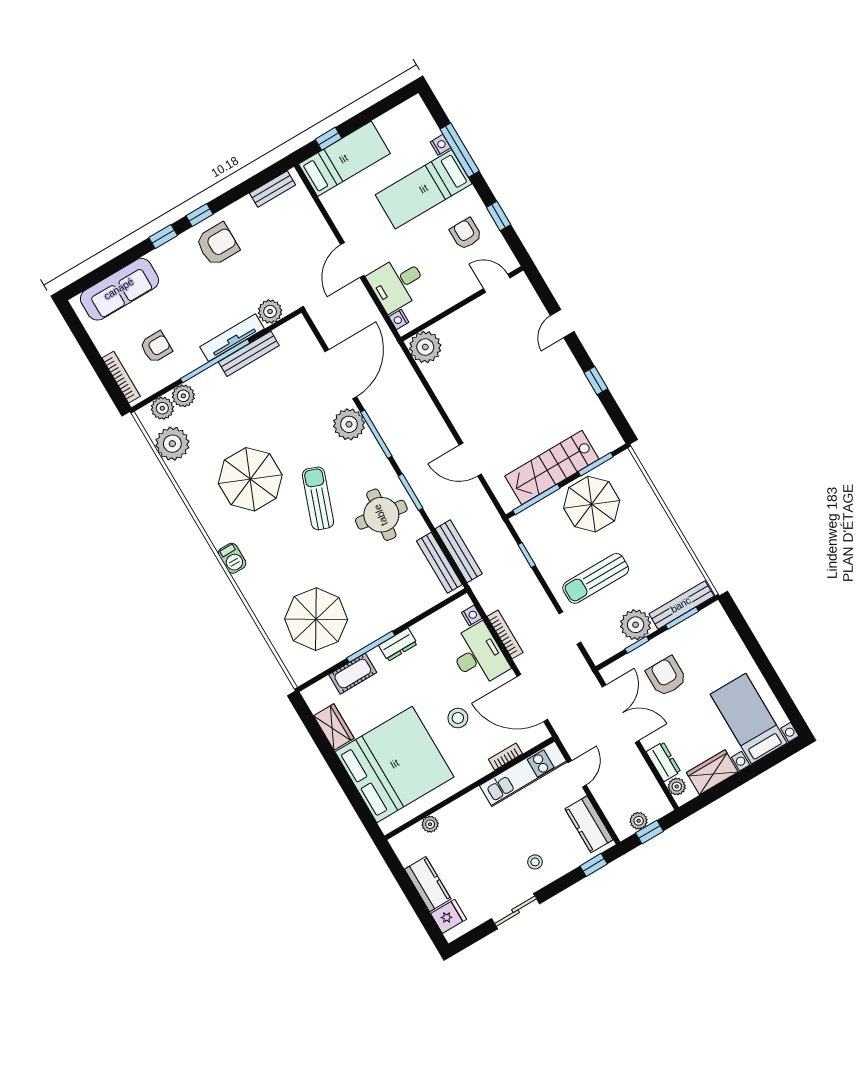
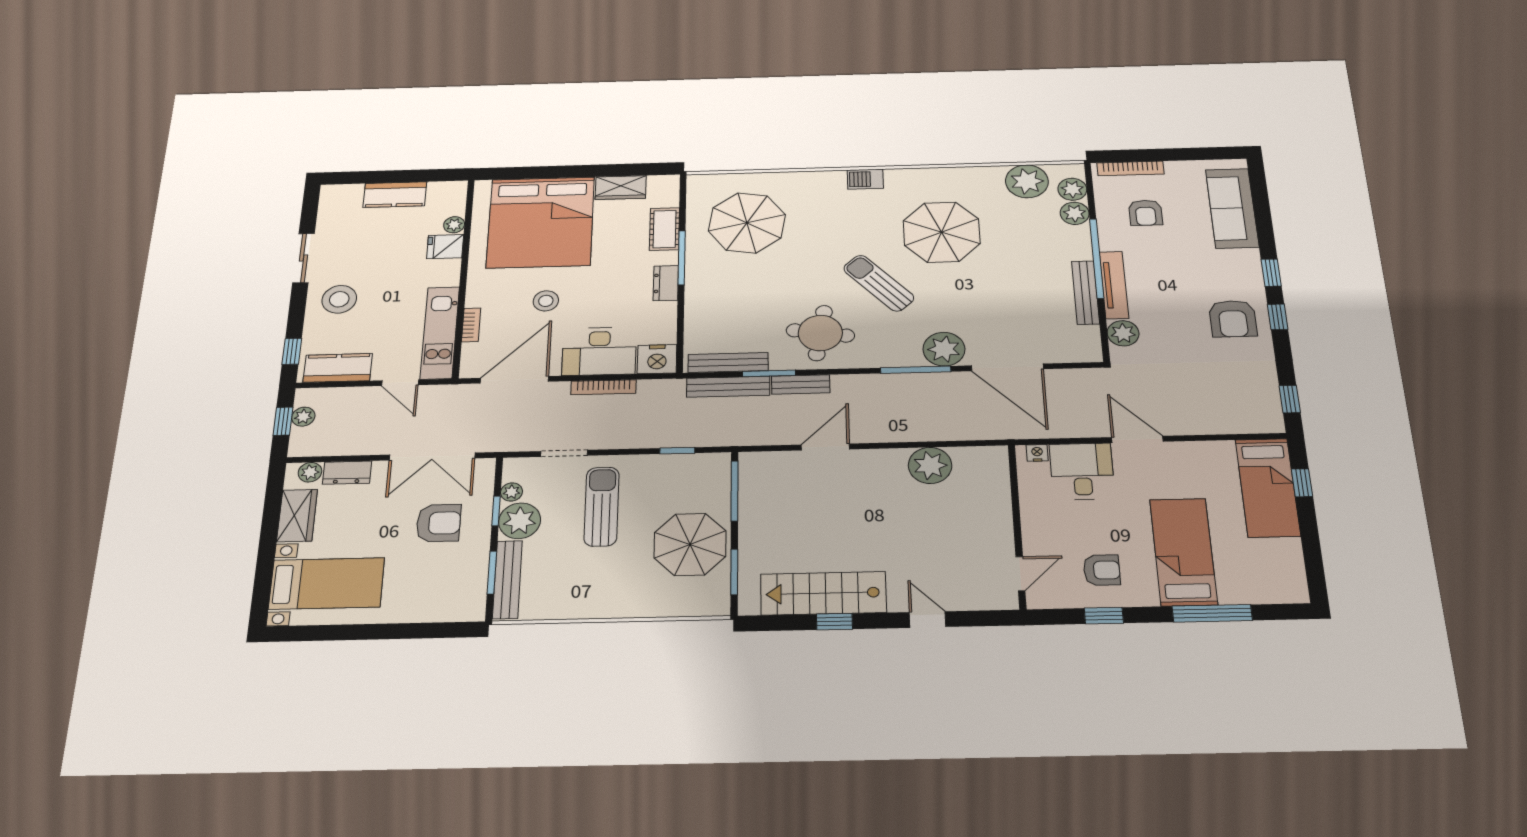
nightstand: (440, 145) -> (1230, 596), removed
window: (265, 176) -> (1290, 399), added
bench: (273, 189) -> (801, 384), moved, turned 90
plant: (425, 347) -> (930, 465), moved
stairs: (552, 468) -> (823, 593), moved, turned -90
window: (410, 492) -> (769, 373), moved
sun lounger: (318, 498) -> (879, 283), turned -153
nightstand: (472, 615) -> (657, 359), width x1.89, depth x1.79
plant: (618, 644) -> (512, 492), added
stool: (535, 862) -> (339, 299), width x1.89, depth x1.89
fridge: (449, 916) -> (445, 247), moved, turned 90

